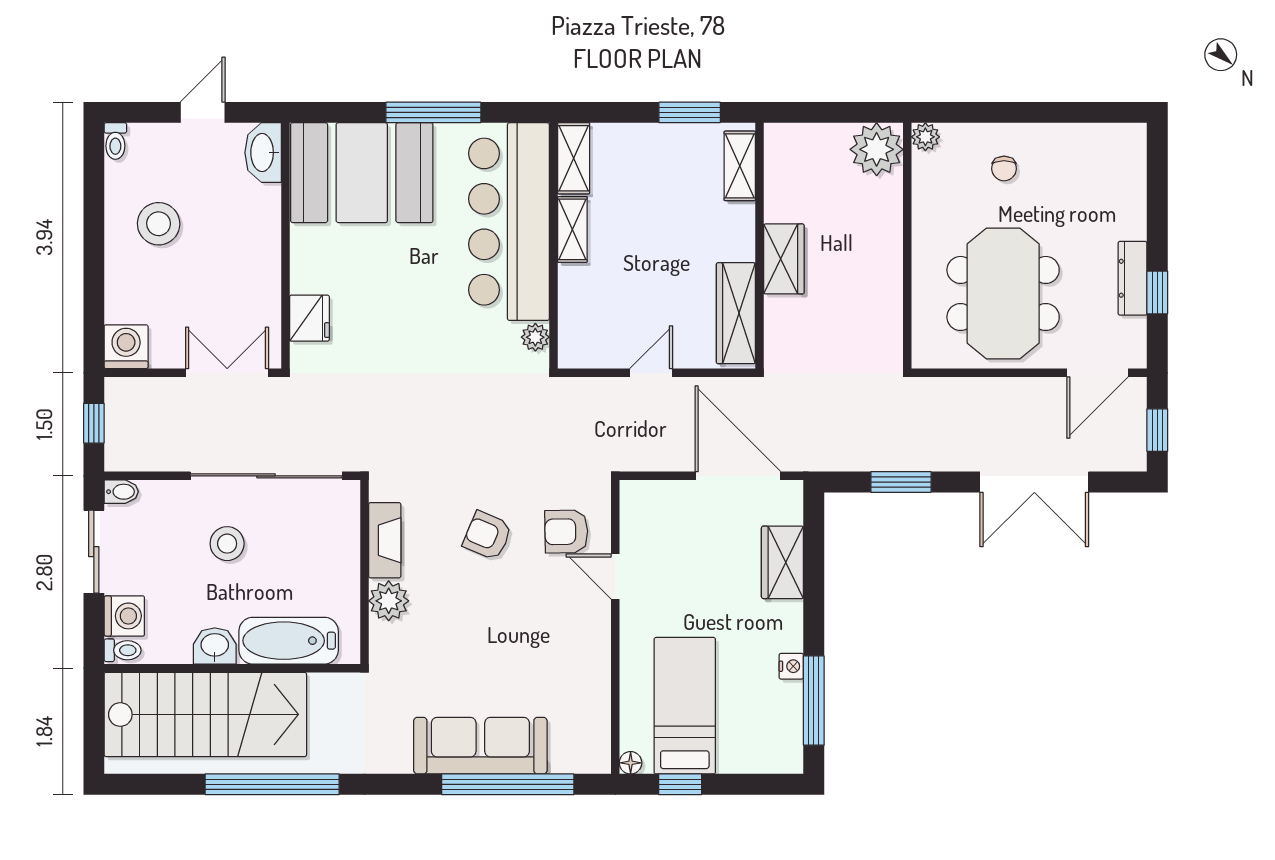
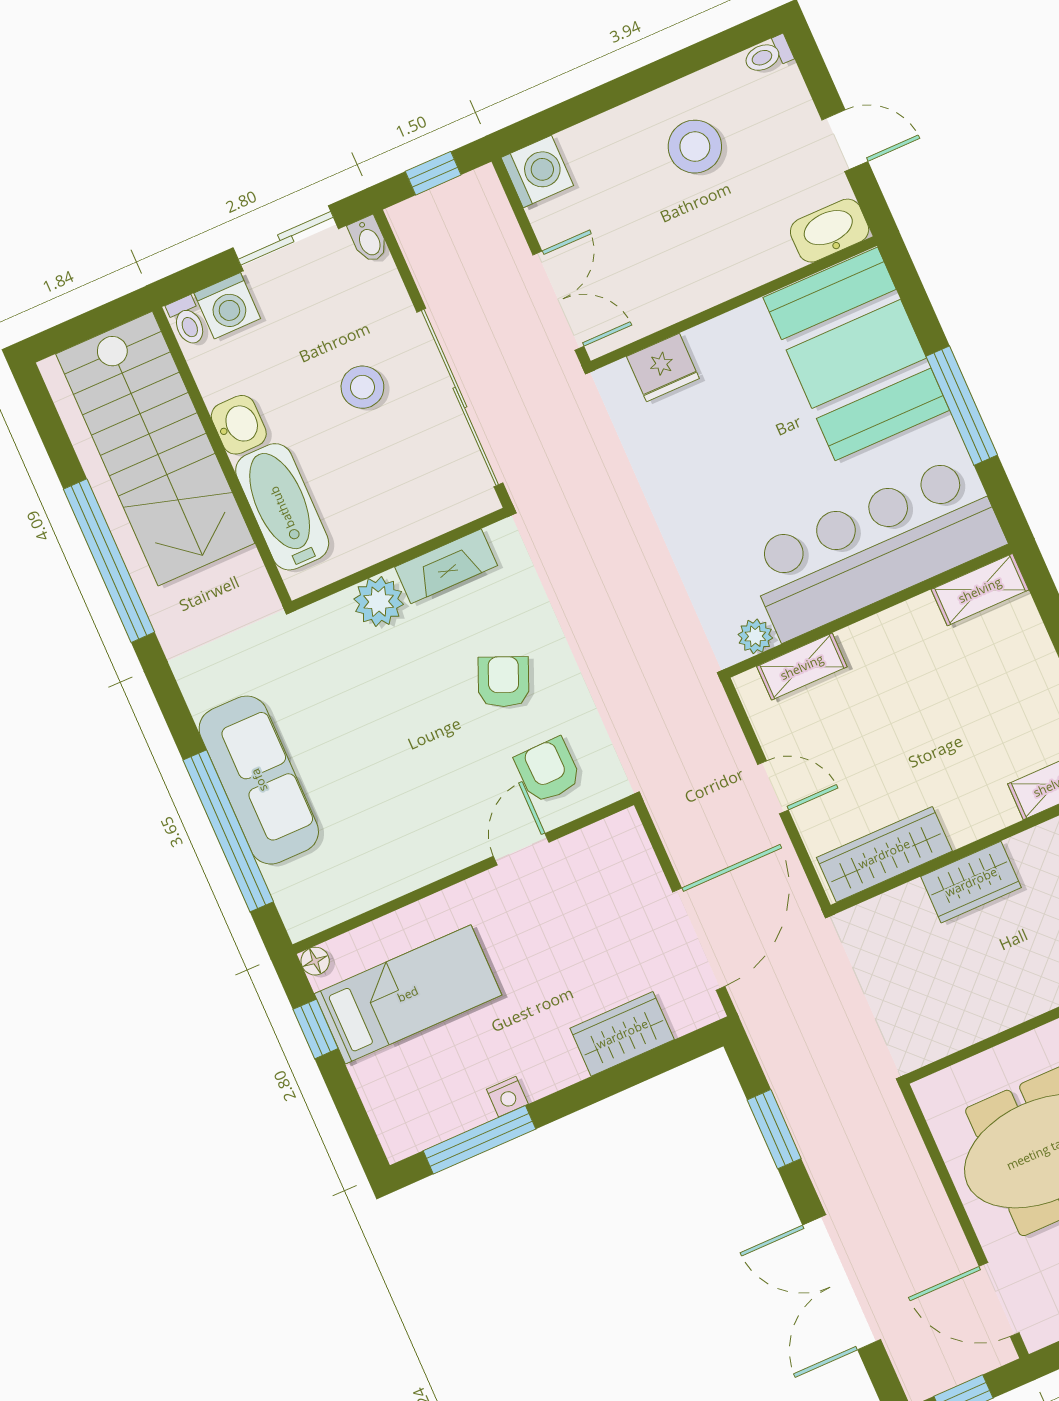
shelving: (572, 229) -> (802, 667), moved

